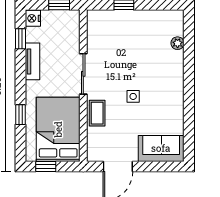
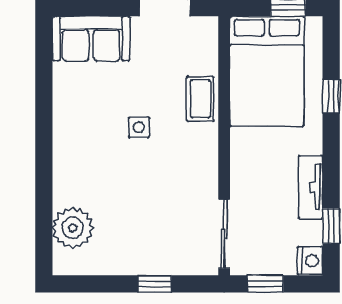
plant: (178, 43) -> (73, 228), width x1.88, depth x1.88
sliding door: (83, 74) -> (224, 234), moved

